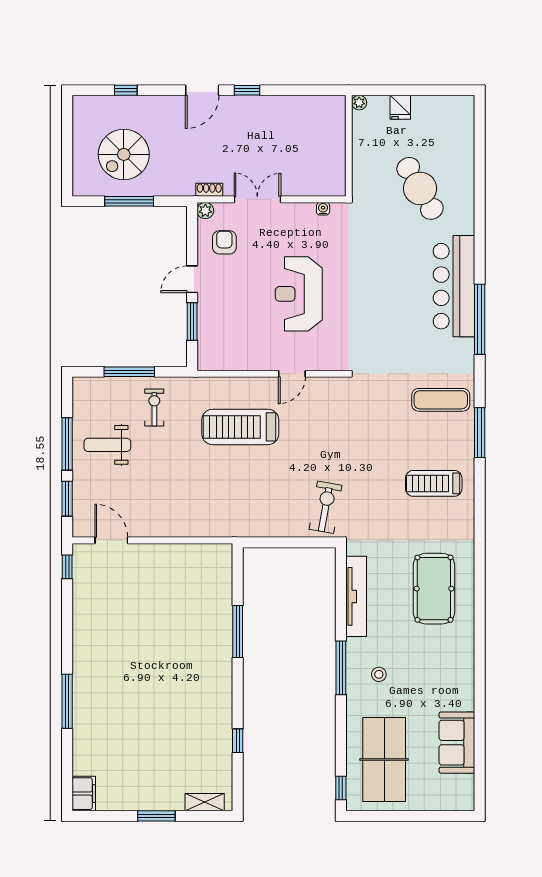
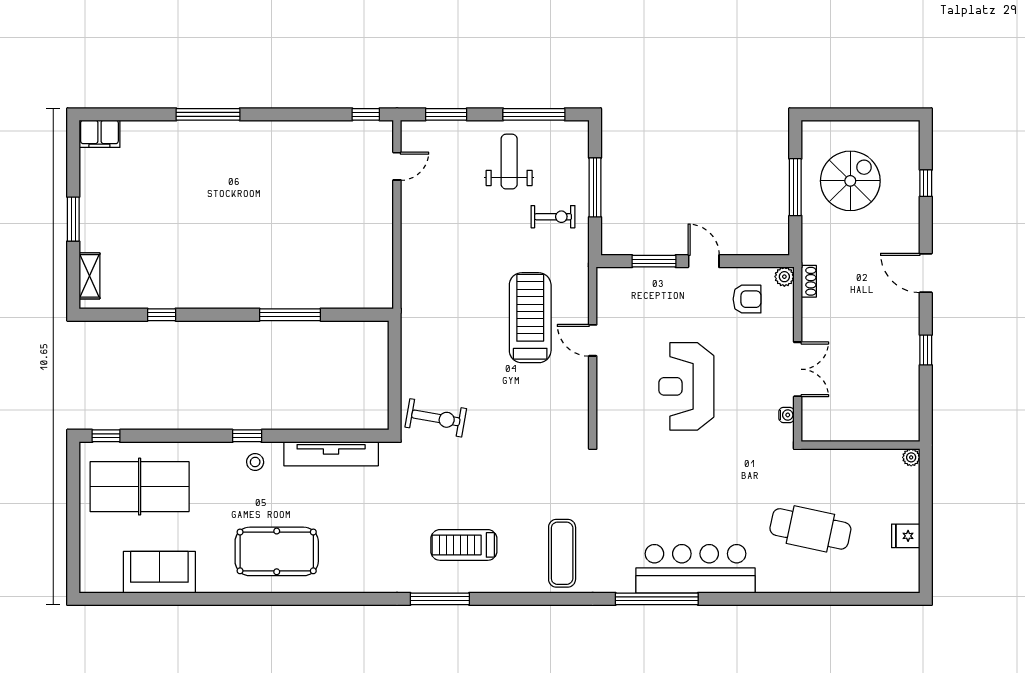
window: (247, 90) -> (926, 350), moved
fridge: (400, 107) -> (906, 536), moved
spiral stairs: (124, 154) -> (850, 181), turned 90
cafe table: (420, 188) -> (810, 529), turned 42
double door: (257, 199) -> (798, 369), moved
reception desk: (299, 294) -> (686, 386), turned -90
door: (292, 374) -> (593, 340), moved
window: (480, 433) -> (440, 599), moved
window: (67, 444) -> (534, 114), moved
treadmill: (434, 483) -> (464, 545), turned -90
door: (111, 540) -> (397, 166), width x0.73
pool table: (434, 589) -> (277, 551), moved
window: (341, 668) -> (247, 436), width x0.46
stool: (379, 674) -> (255, 462), moved

